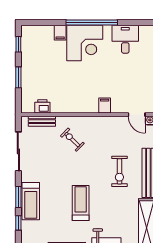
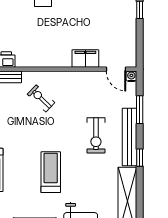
filing cabinet: (105, 105) -> (85, 59), width x2.00

